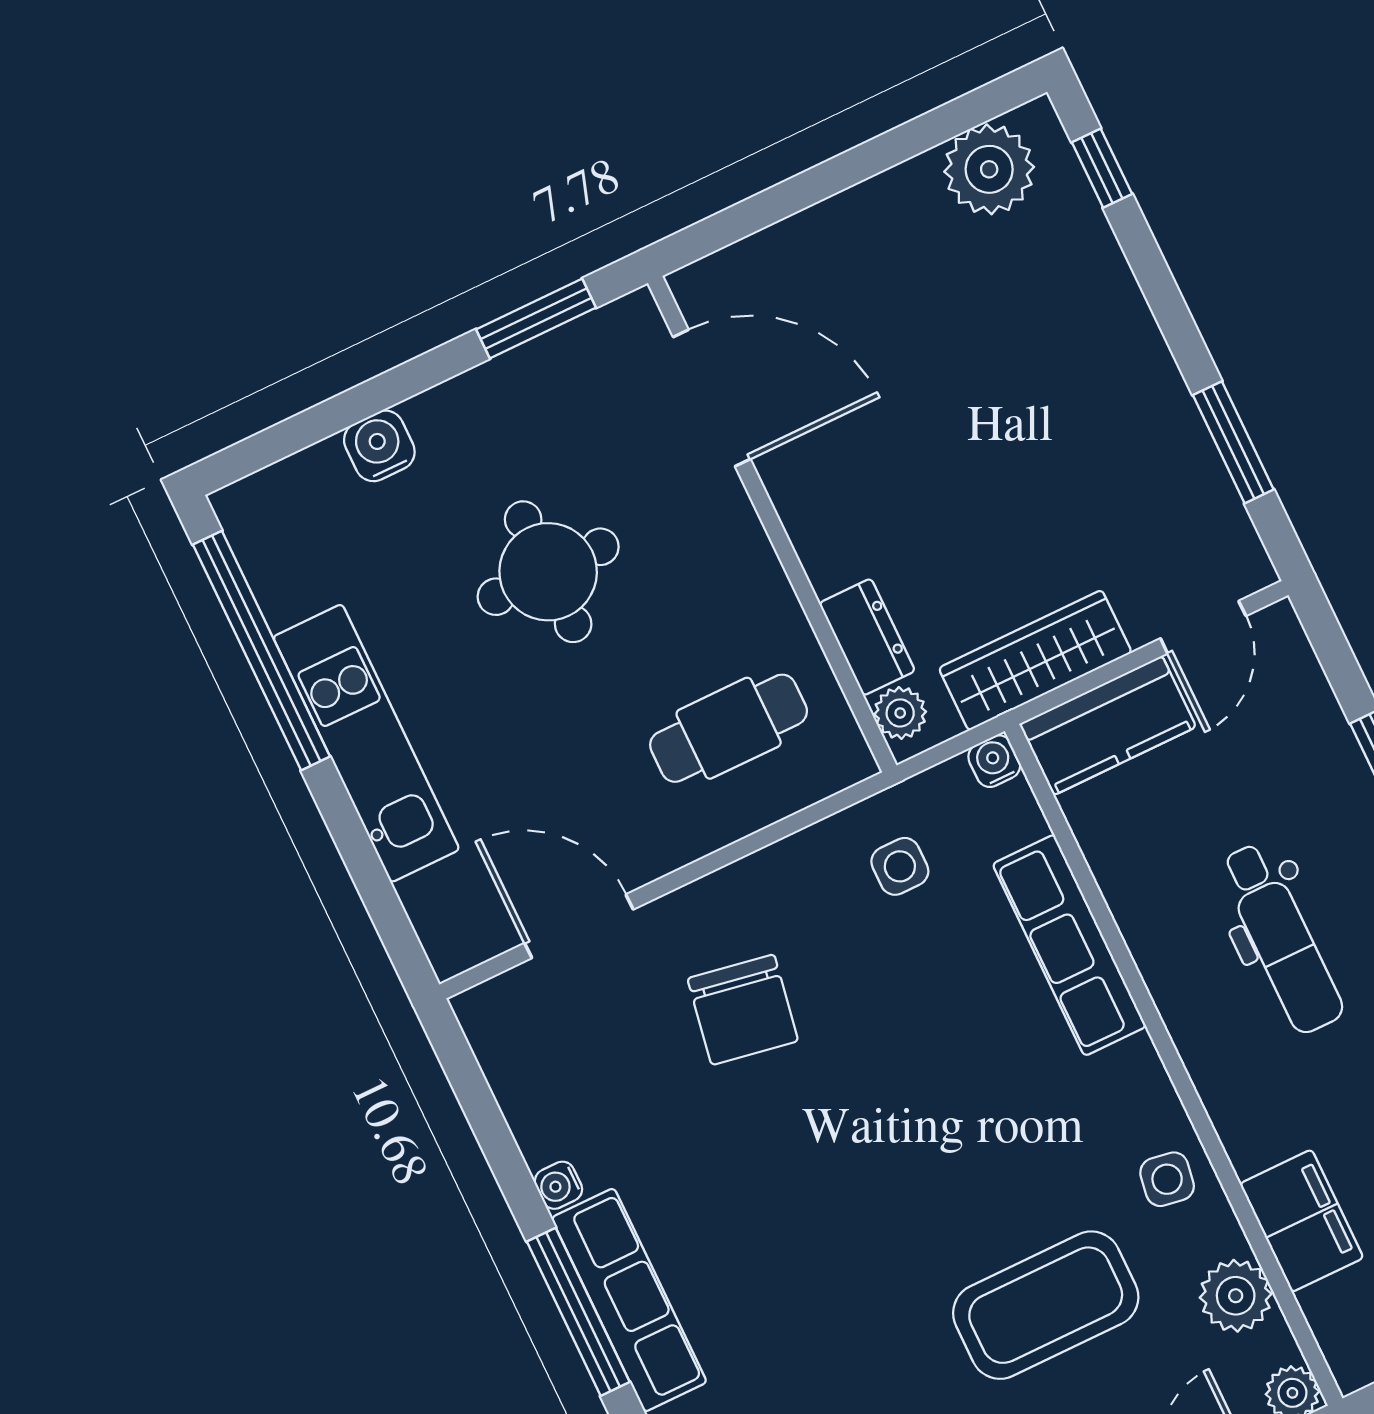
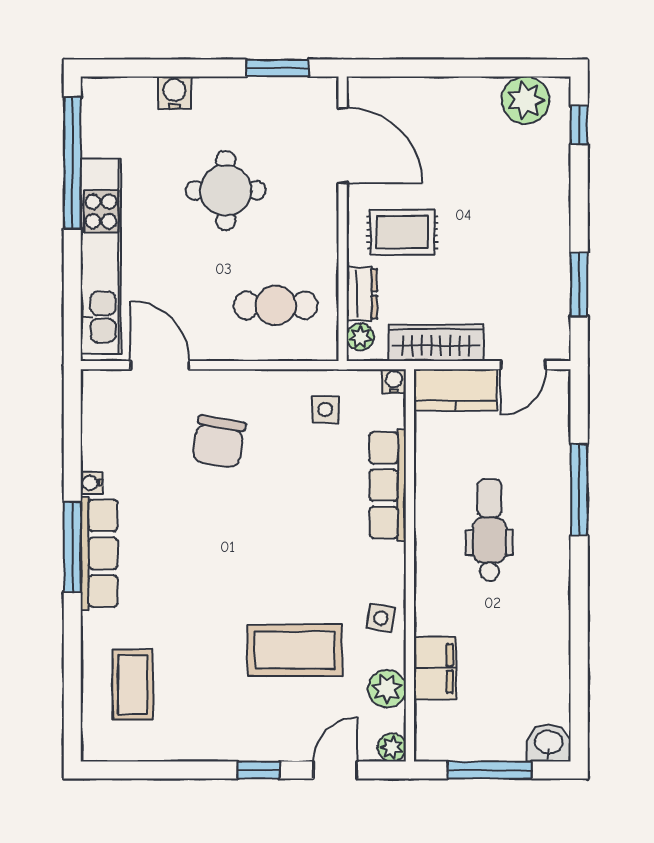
rug: (886, 498) -> (402, 232), added
kitchen unit: (366, 743) -> (101, 256), width x1.36
dental chair: (1281, 938) -> (489, 530), turned 180

